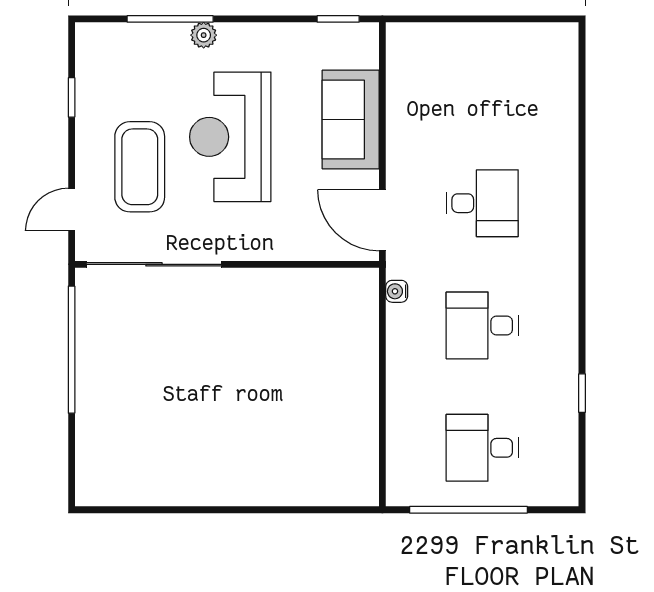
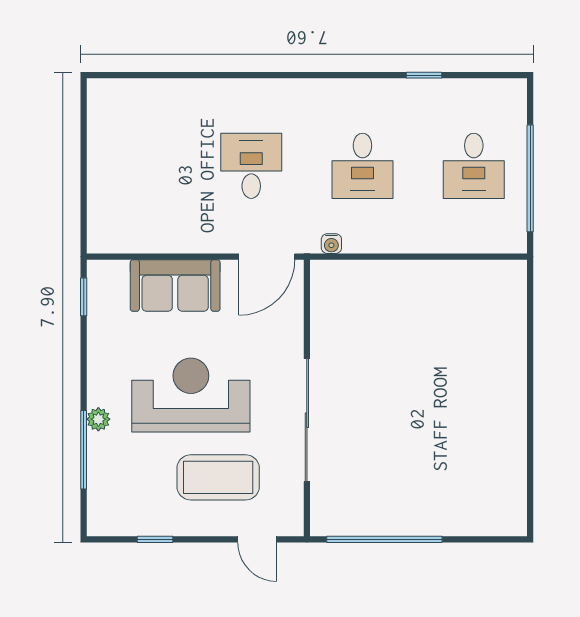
reception desk: (230, 137) -> (191, 395), turned 180
sliding door: (154, 264) -> (307, 420), moved

